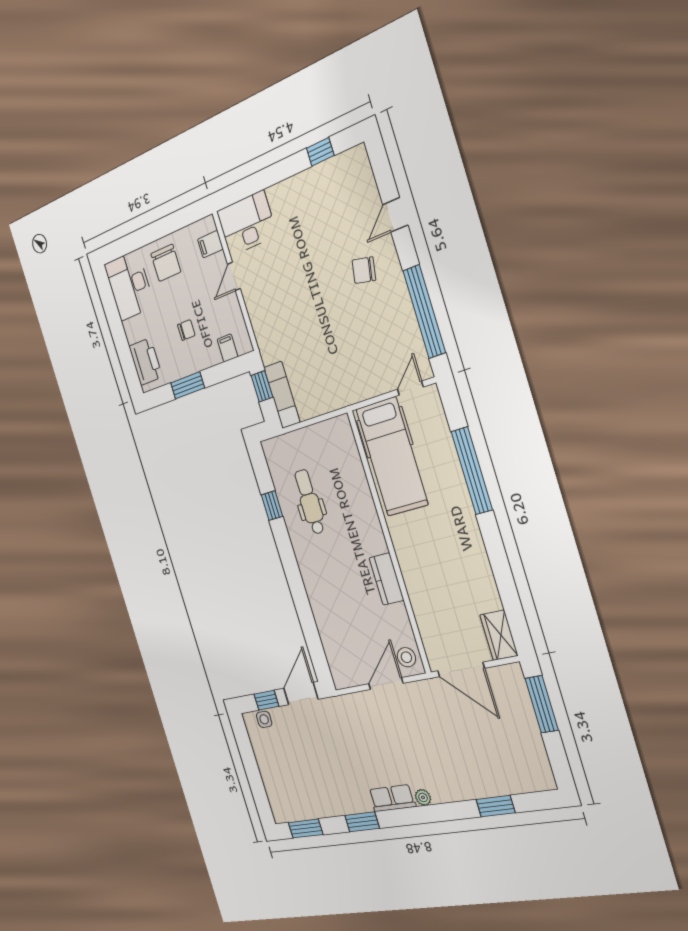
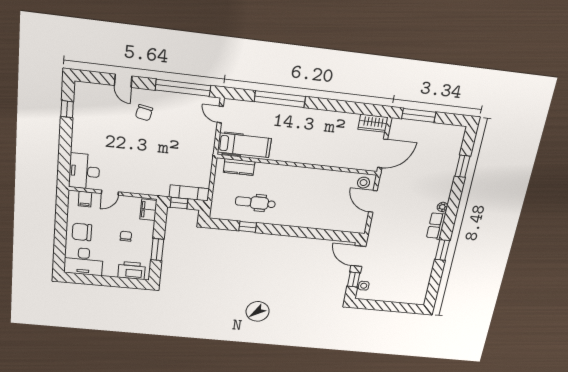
chair: (166, 263) -> (82, 232), turned 180
door: (234, 276) -> (110, 193), hinge flipped
filing cabinet: (227, 348) -> (148, 210), width x2.00
hospital bed: (392, 457) -> (244, 145), width x0.73, depth x0.78
kitchen counter: (386, 579) -> (239, 167), moved
window: (306, 828) -> (433, 287), removed

